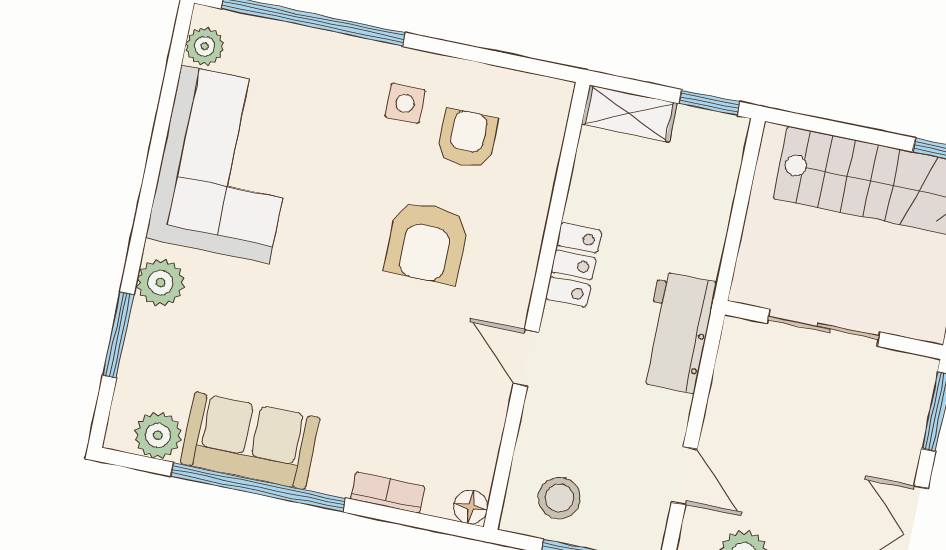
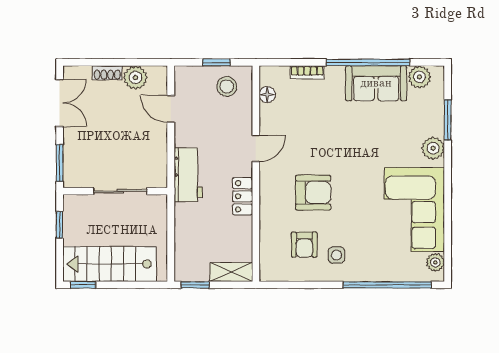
armchair: (427, 242) -> (313, 193), turned 90
door: (526, 358) -> (256, 148), hinge flipped
floor lamp: (471, 507) -> (267, 95), moved

